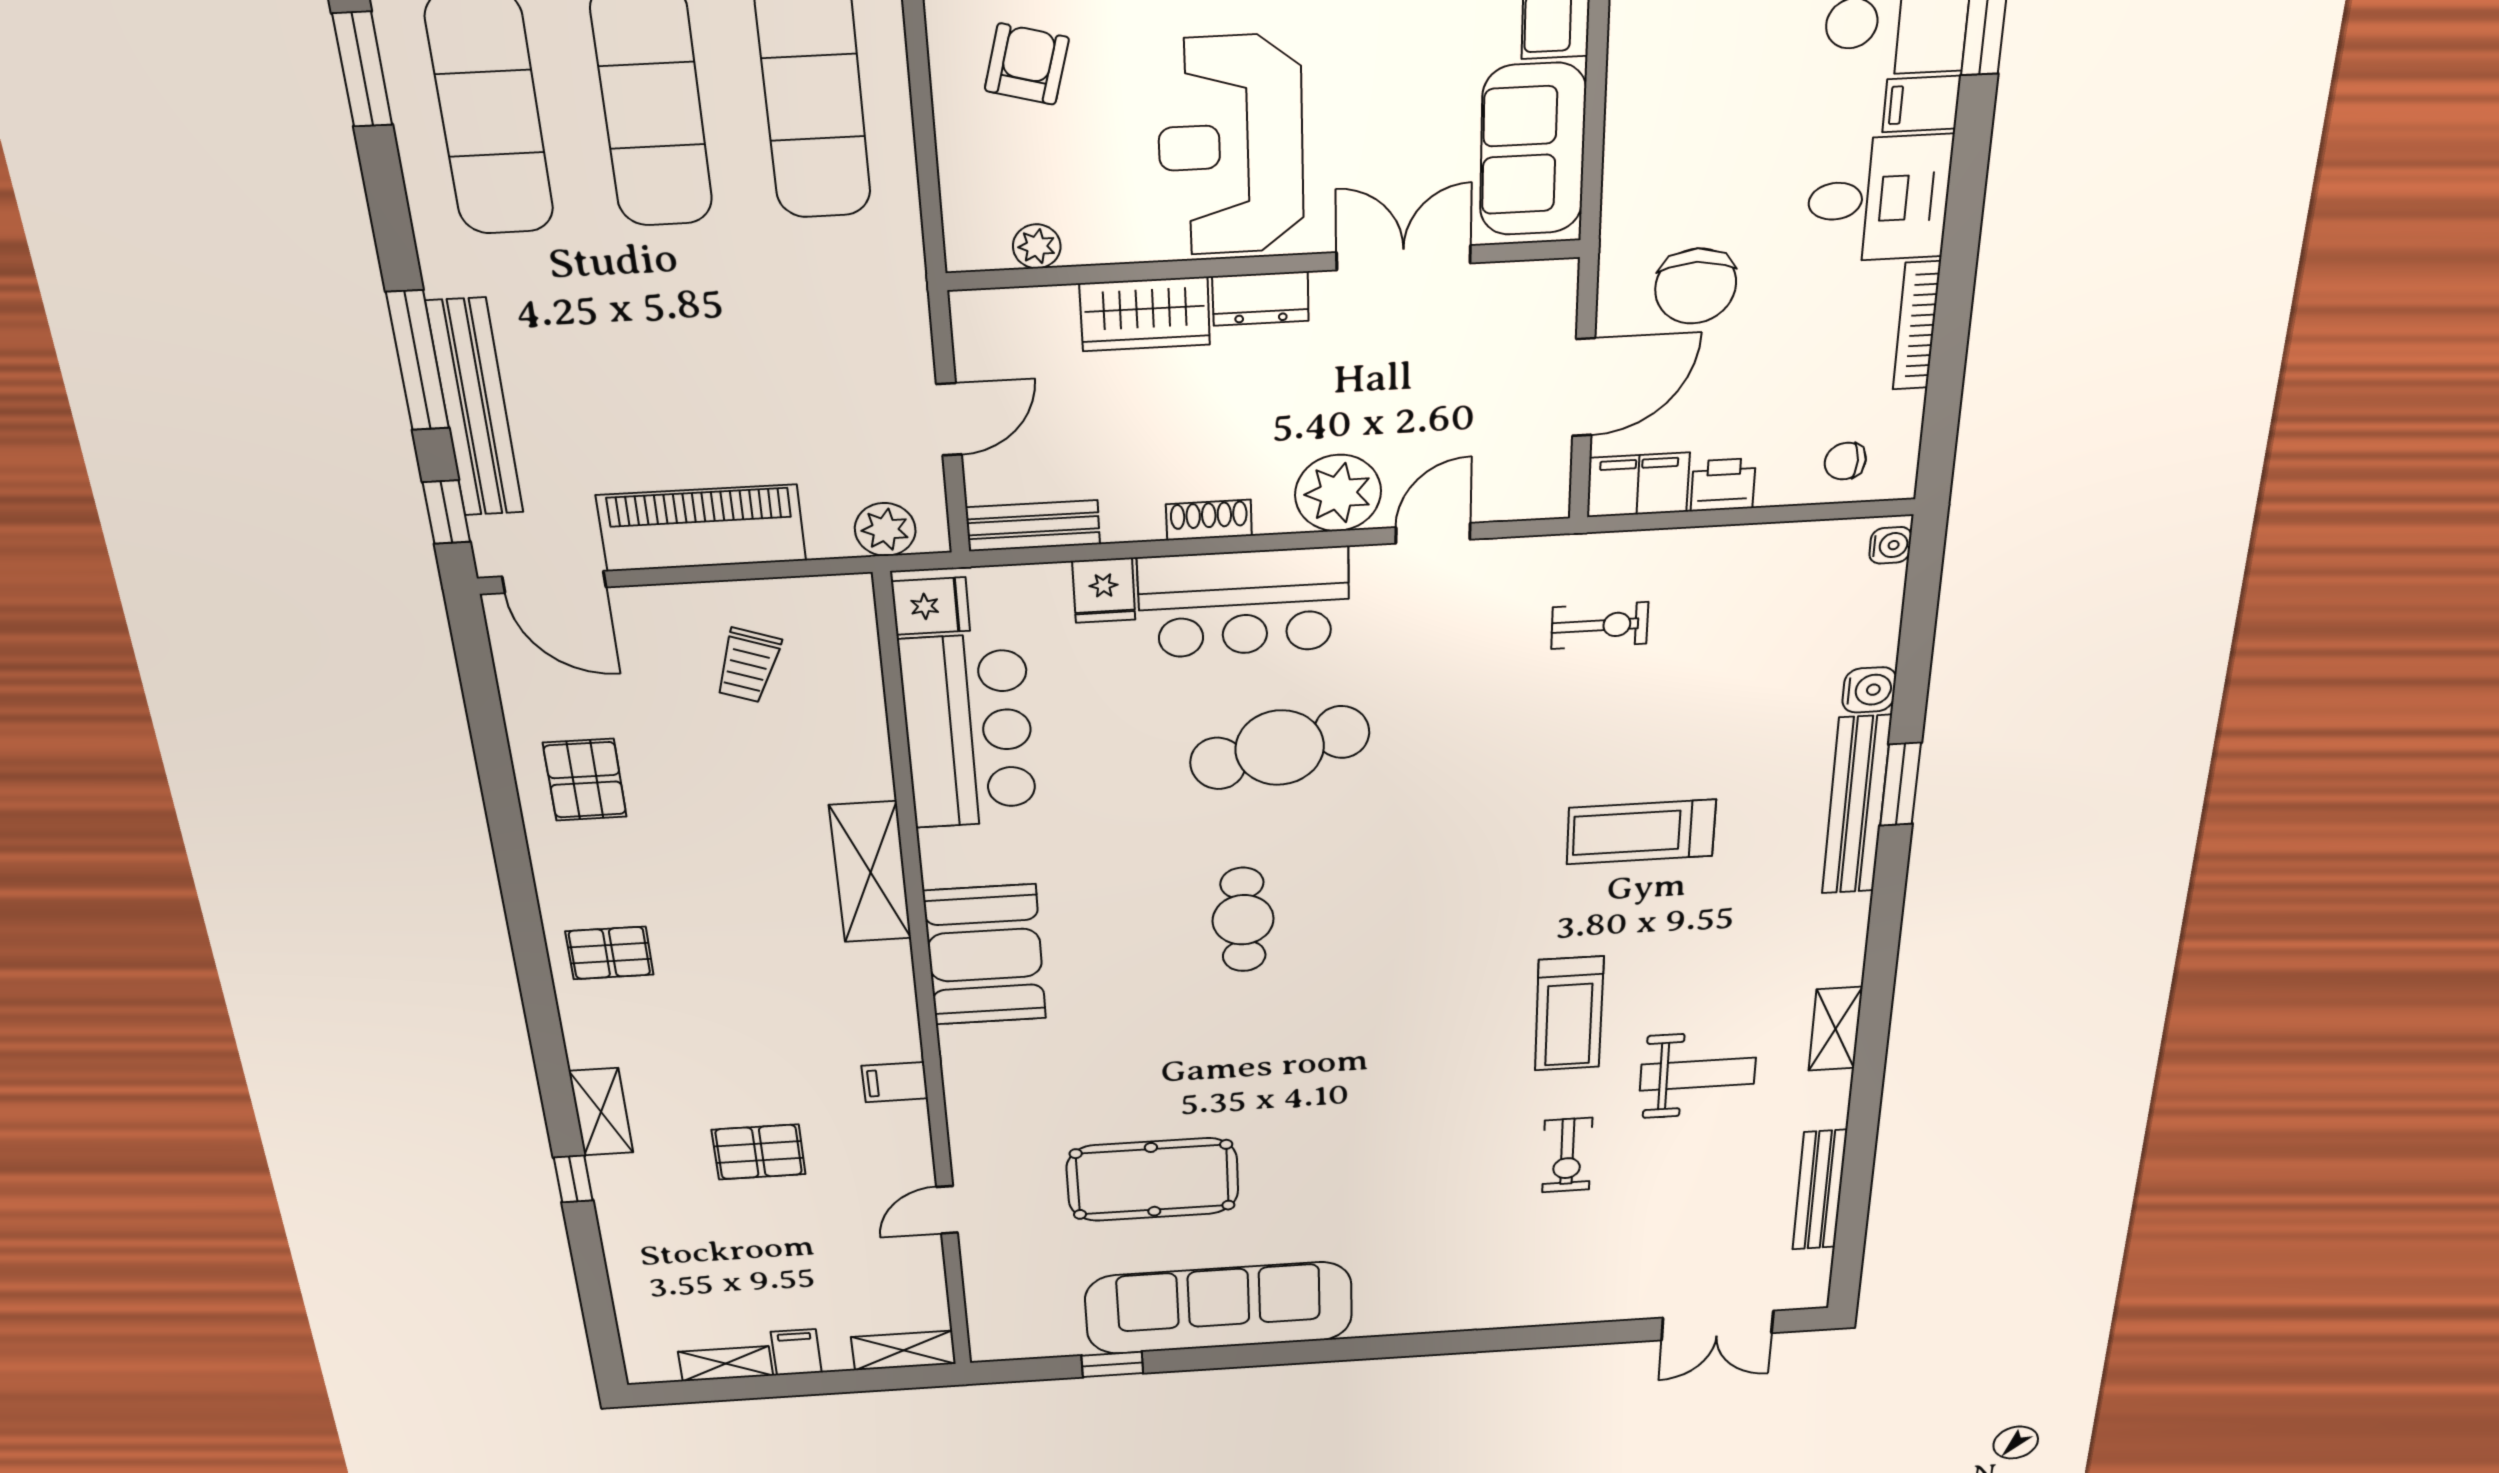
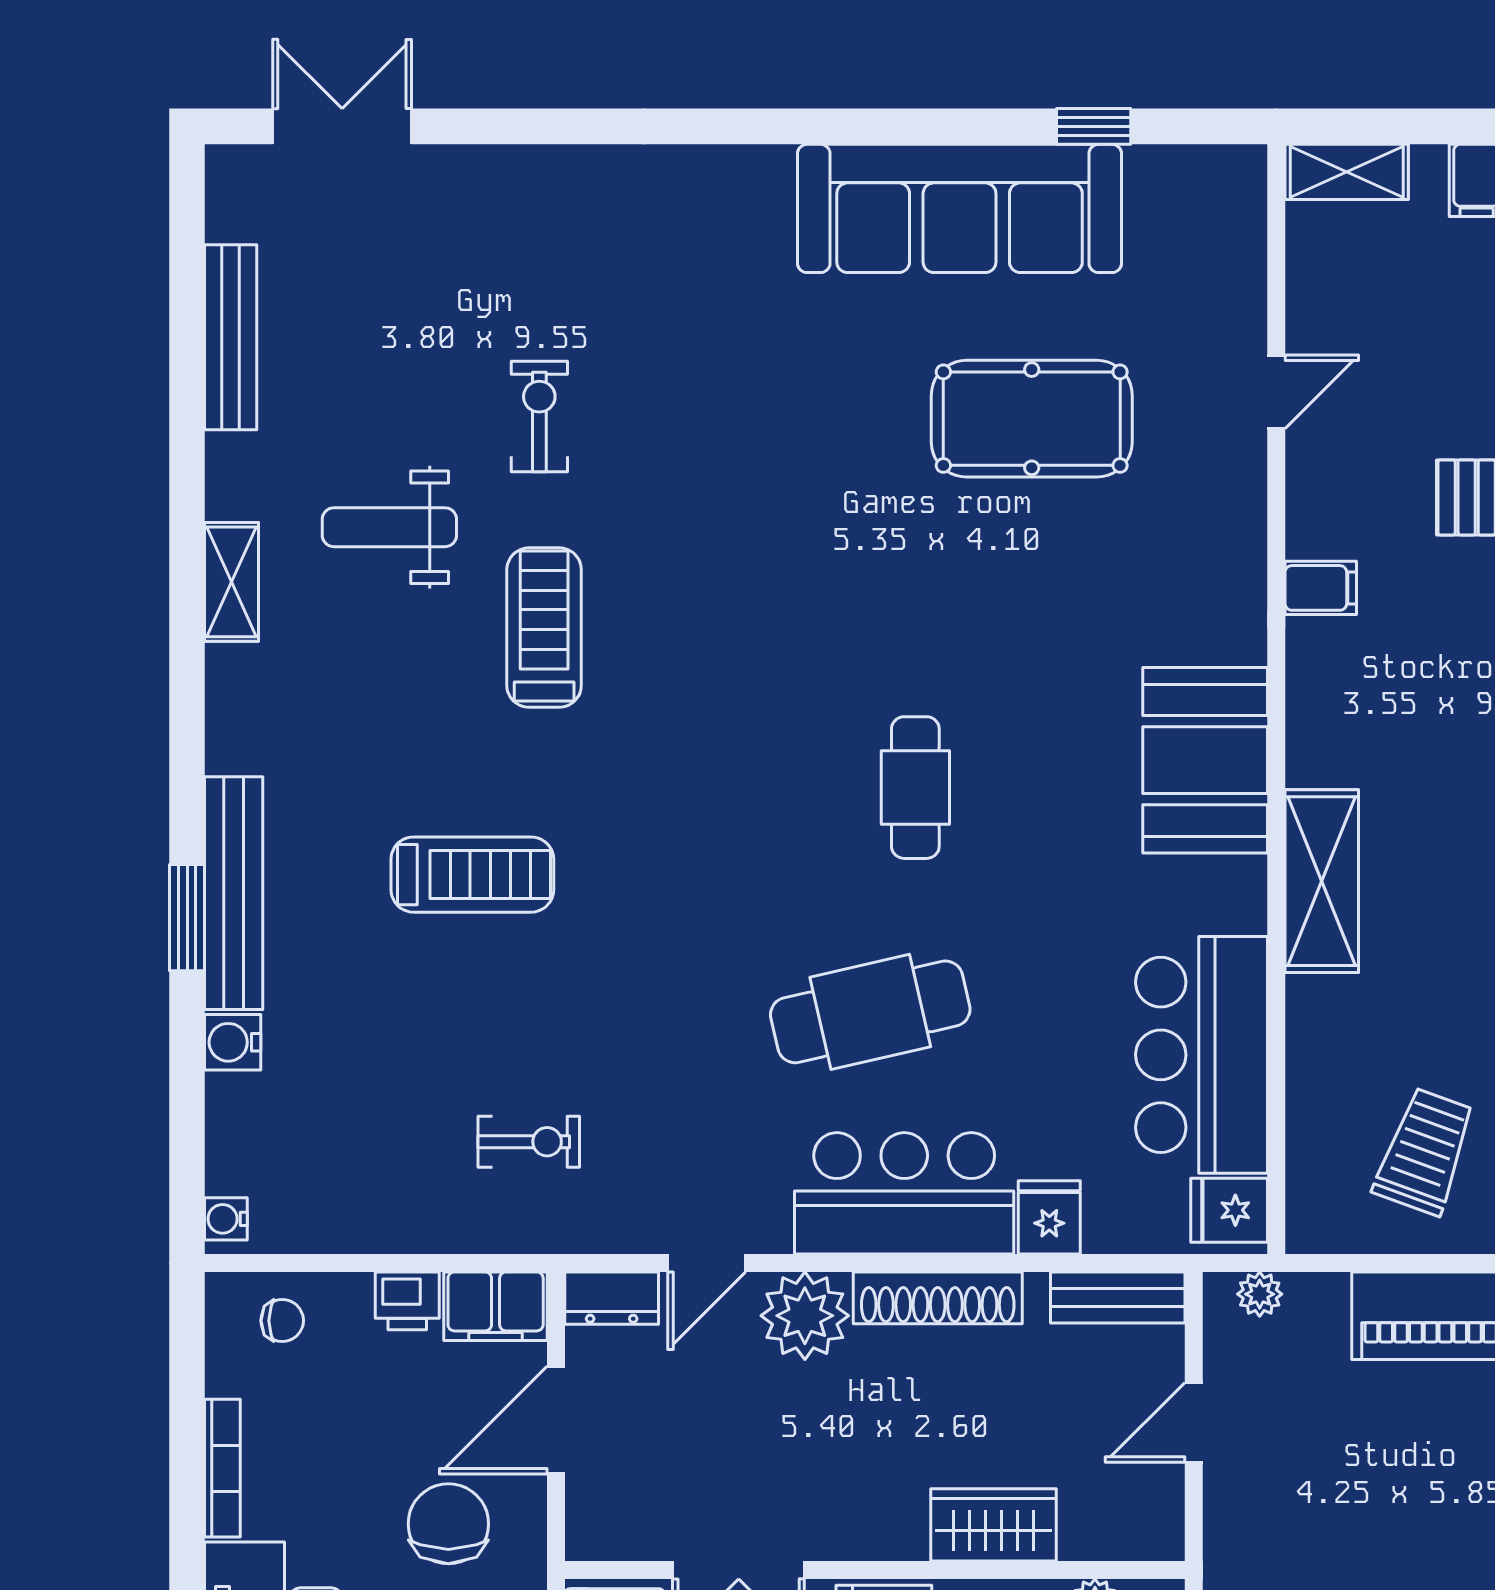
dresser: (1261, 299) -> (612, 1298), moved, turned 180
shoe rack: (1209, 520) -> (938, 1298), width x1.94, depth x1.24
plant: (885, 529) -> (1260, 1294), width x0.73, depth x0.73
exercise bike: (1600, 625) -> (529, 1142), turned 180
trolley: (748, 665) -> (1425, 1151), width x1.36, depth x1.39

